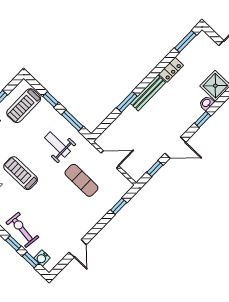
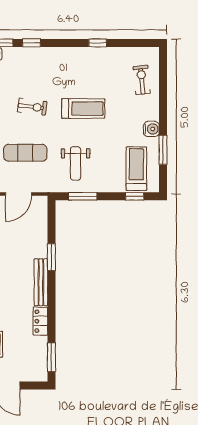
window: (51, 99) -> (135, 196), moved
weight bench: (57, 145) -> (75, 163), turned 90
exercise bike: (22, 230) -> (32, 107), moved, width x0.73, depth x0.72

